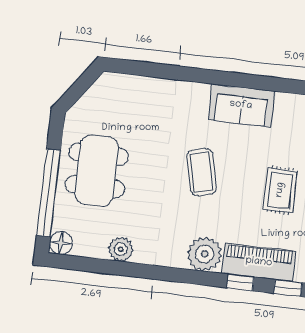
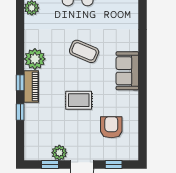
coffee table: (202, 172) -> (84, 51), turned 36
piano: (259, 262) -> (31, 87), width x0.73, depth x0.75

